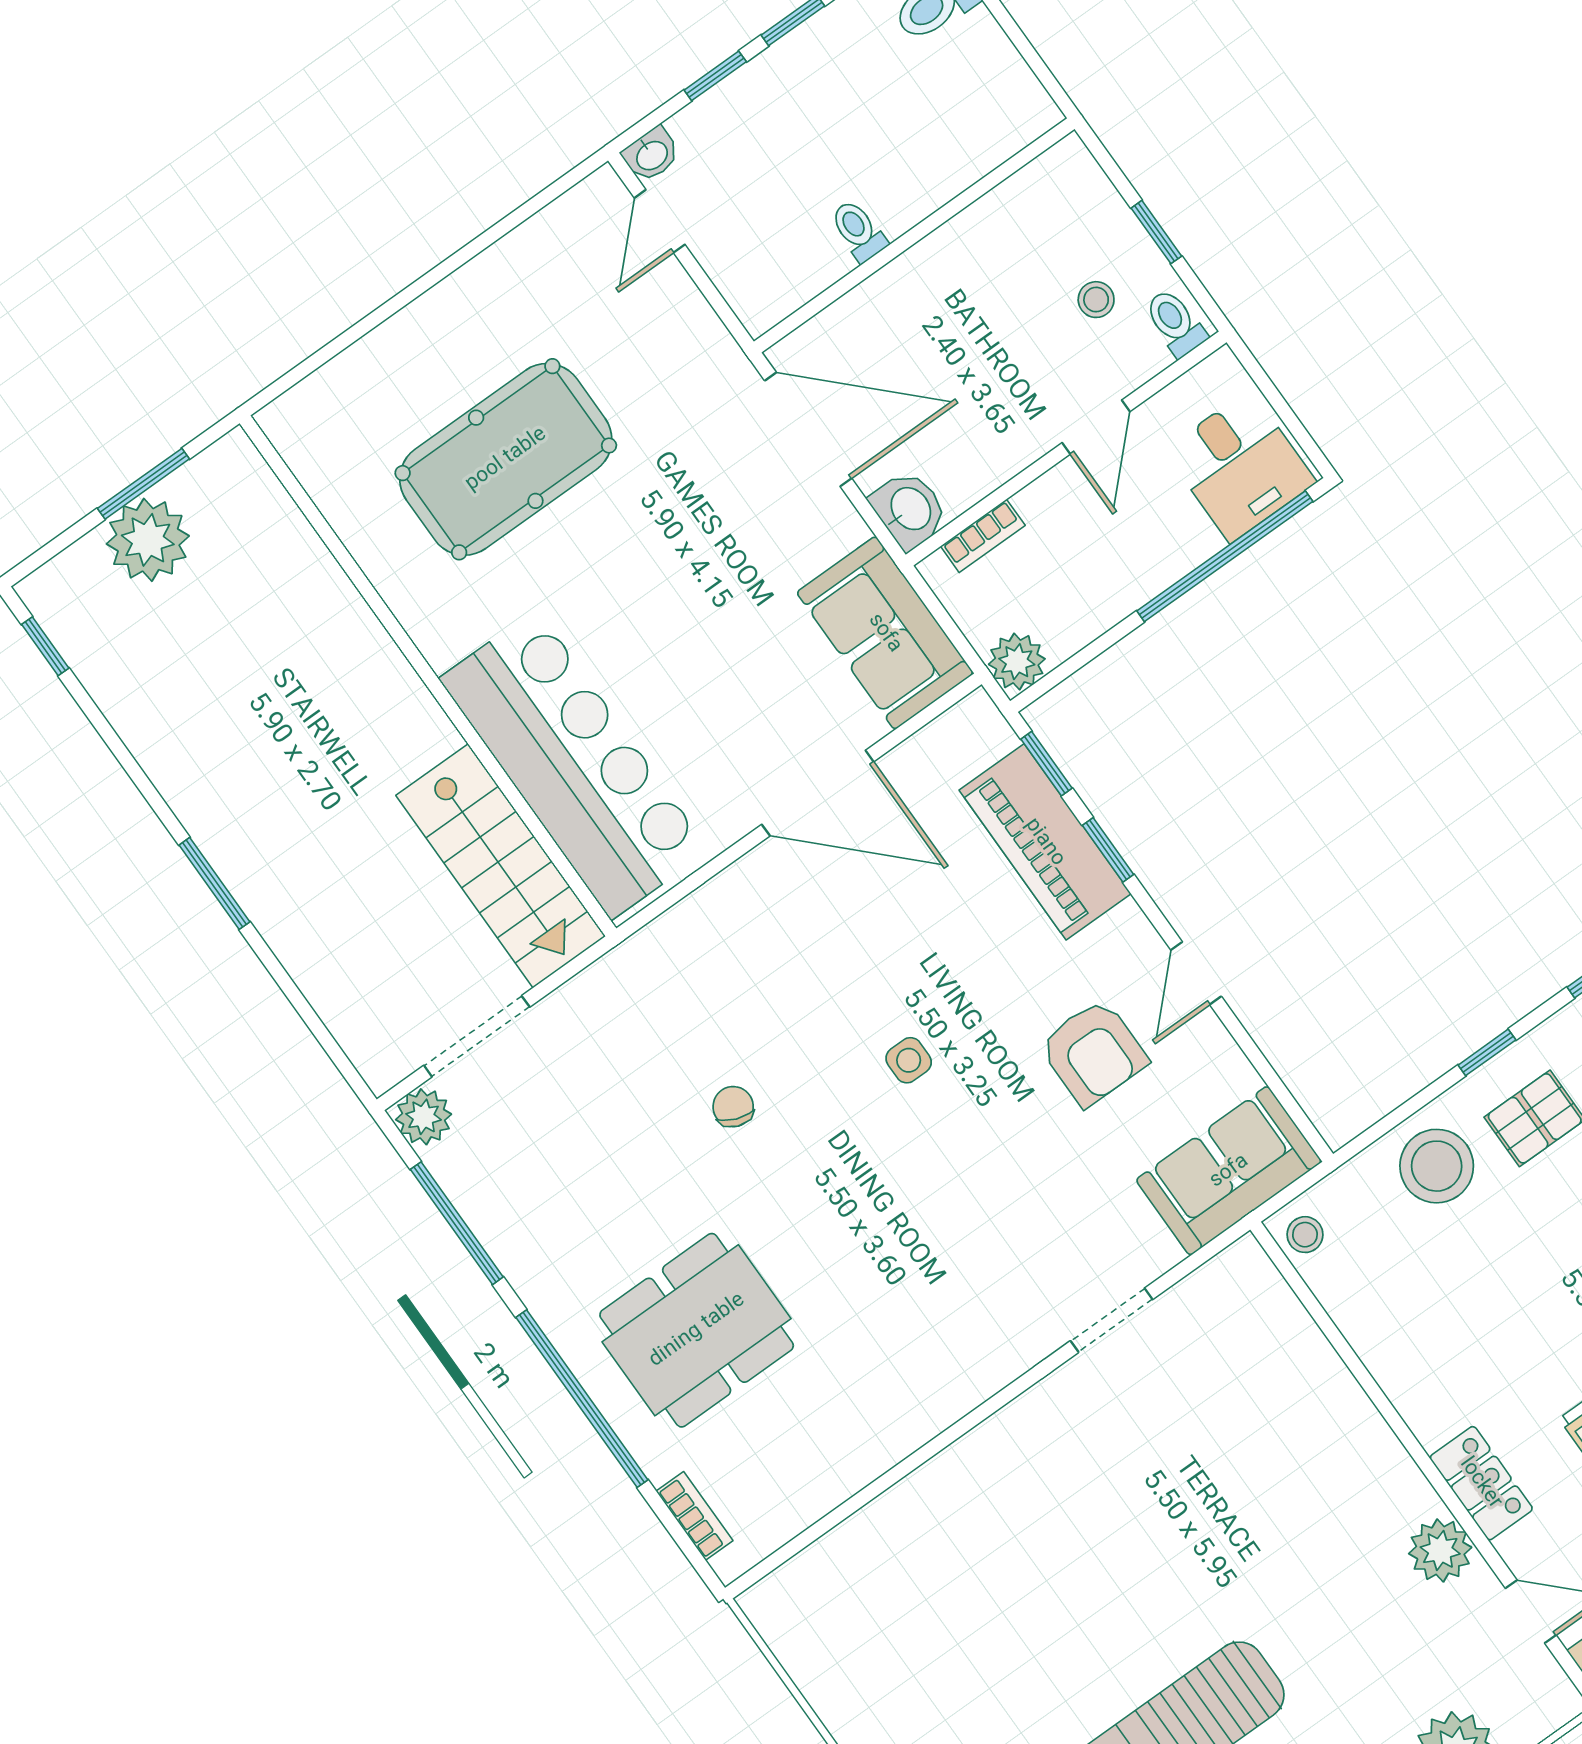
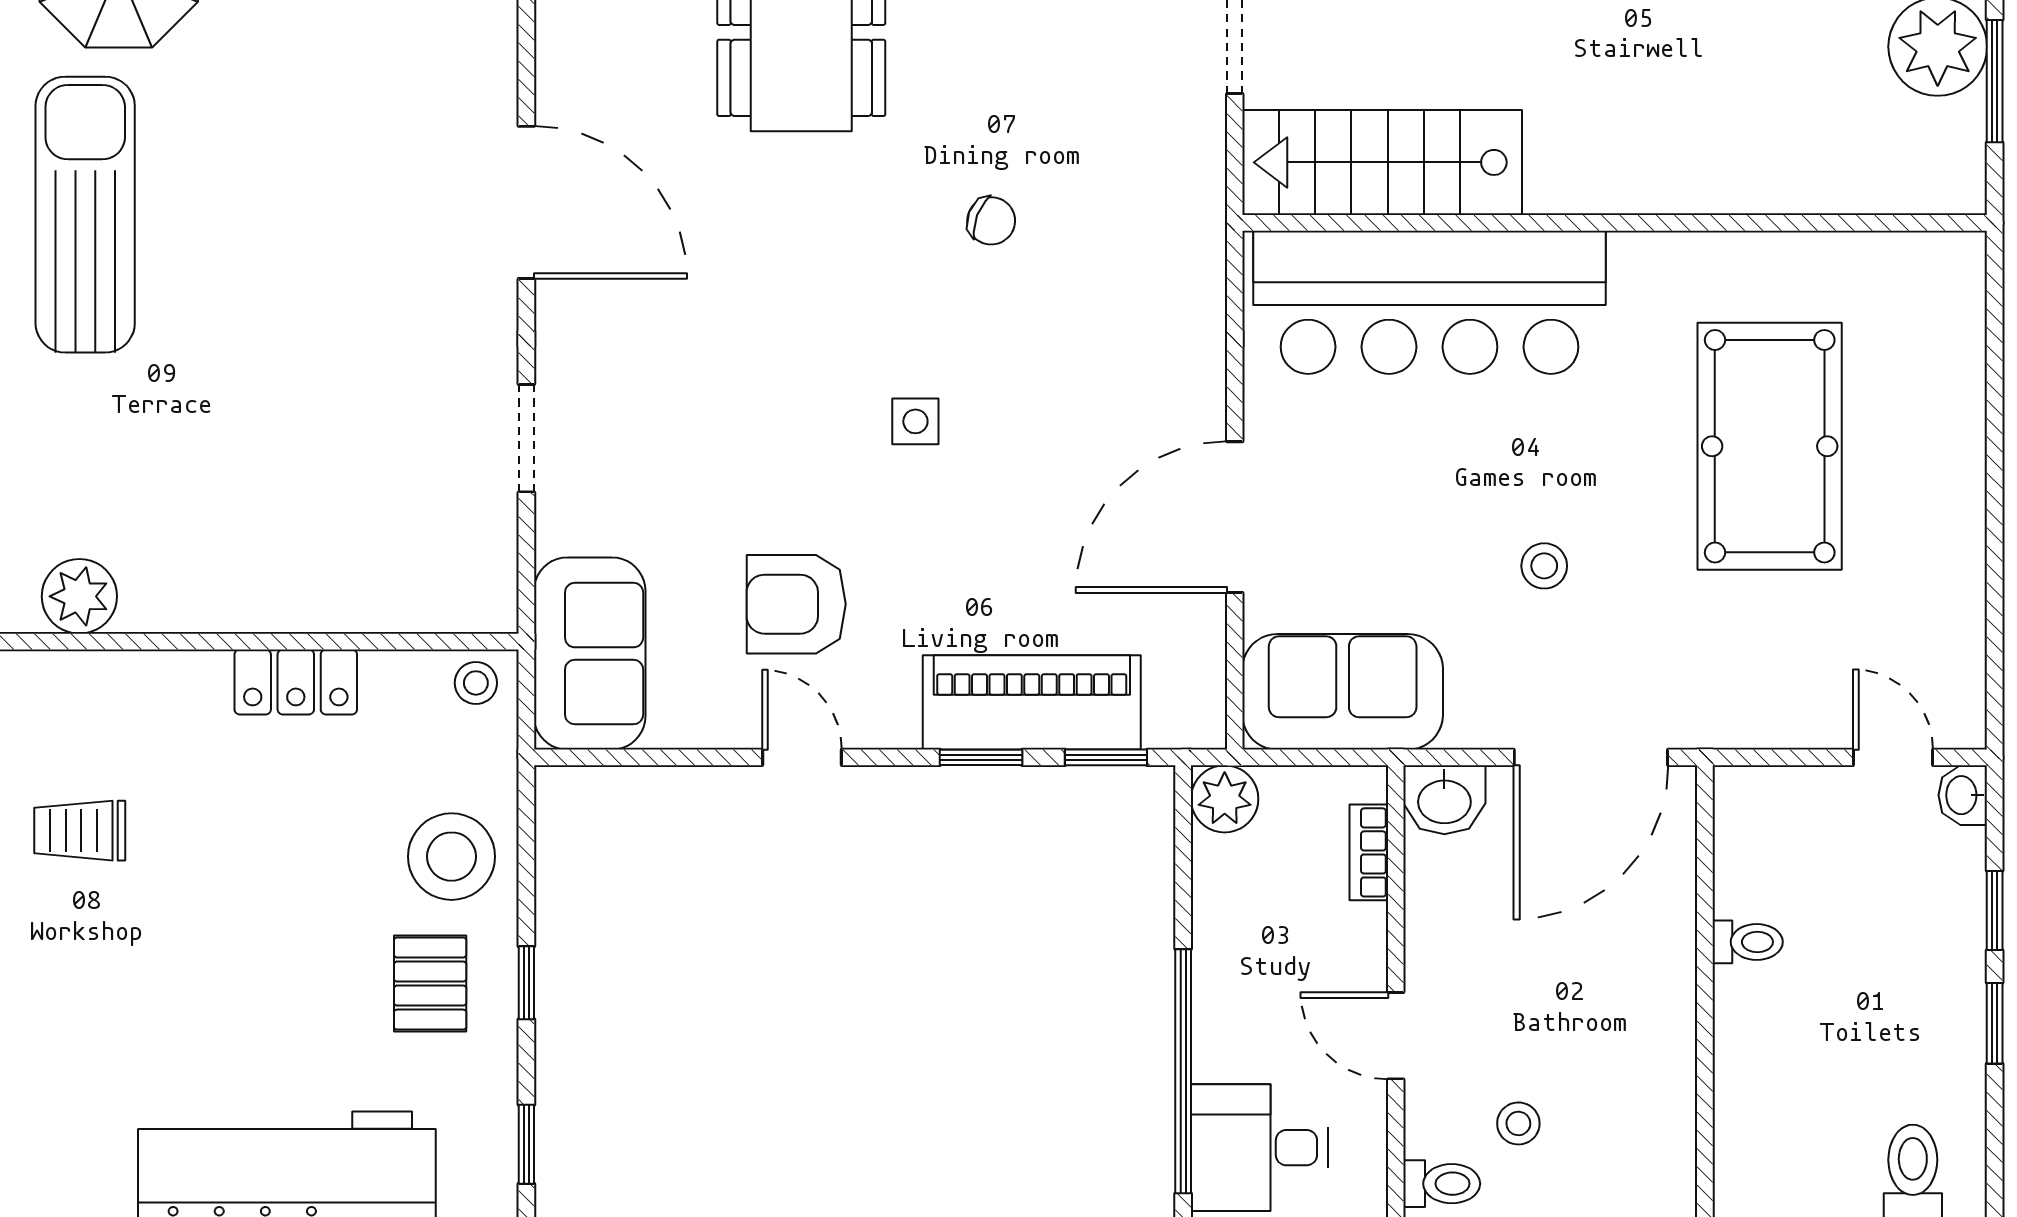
stool: (699, 556) -> (1544, 566), added
door: (949, 1436) -> (526, 202), added
locker: (1481, 1483) -> (296, 682), moved

